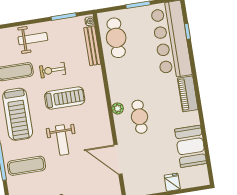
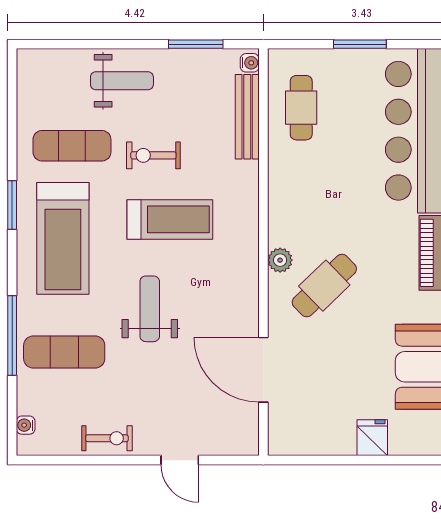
cafe table: (116, 38) -> (301, 108), width x0.73, depth x0.74
cafe table: (139, 117) -> (324, 286), turned 46
weight bench: (62, 140) -> (150, 309), turned 180

